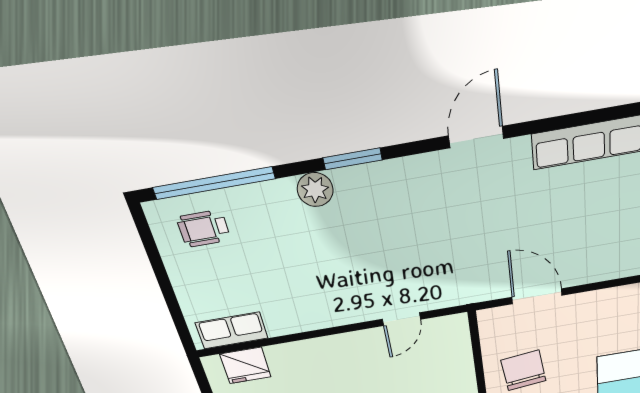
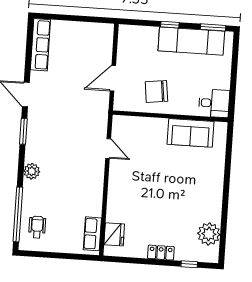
window: (353, 159) -> (23, 131), moved
wheelchair: (204, 229) -> (37, 227), turned 180

